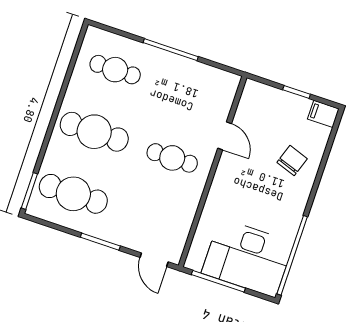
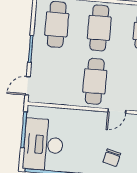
cafe table: (172, 158) -> (95, 81), width x1.37, depth x1.35
chair: (292, 161) -> (112, 158), turned 85

